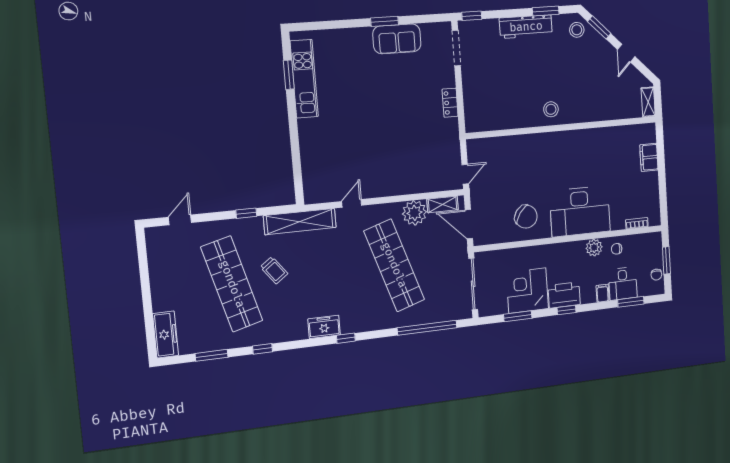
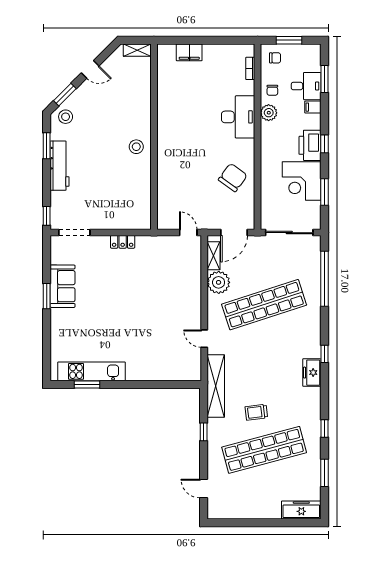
desk: (580, 211) -> (238, 117), width x0.73, depth x0.77
trolley: (274, 270) -> (256, 412), turned -150
chair: (656, 275) -> (275, 58), moved

